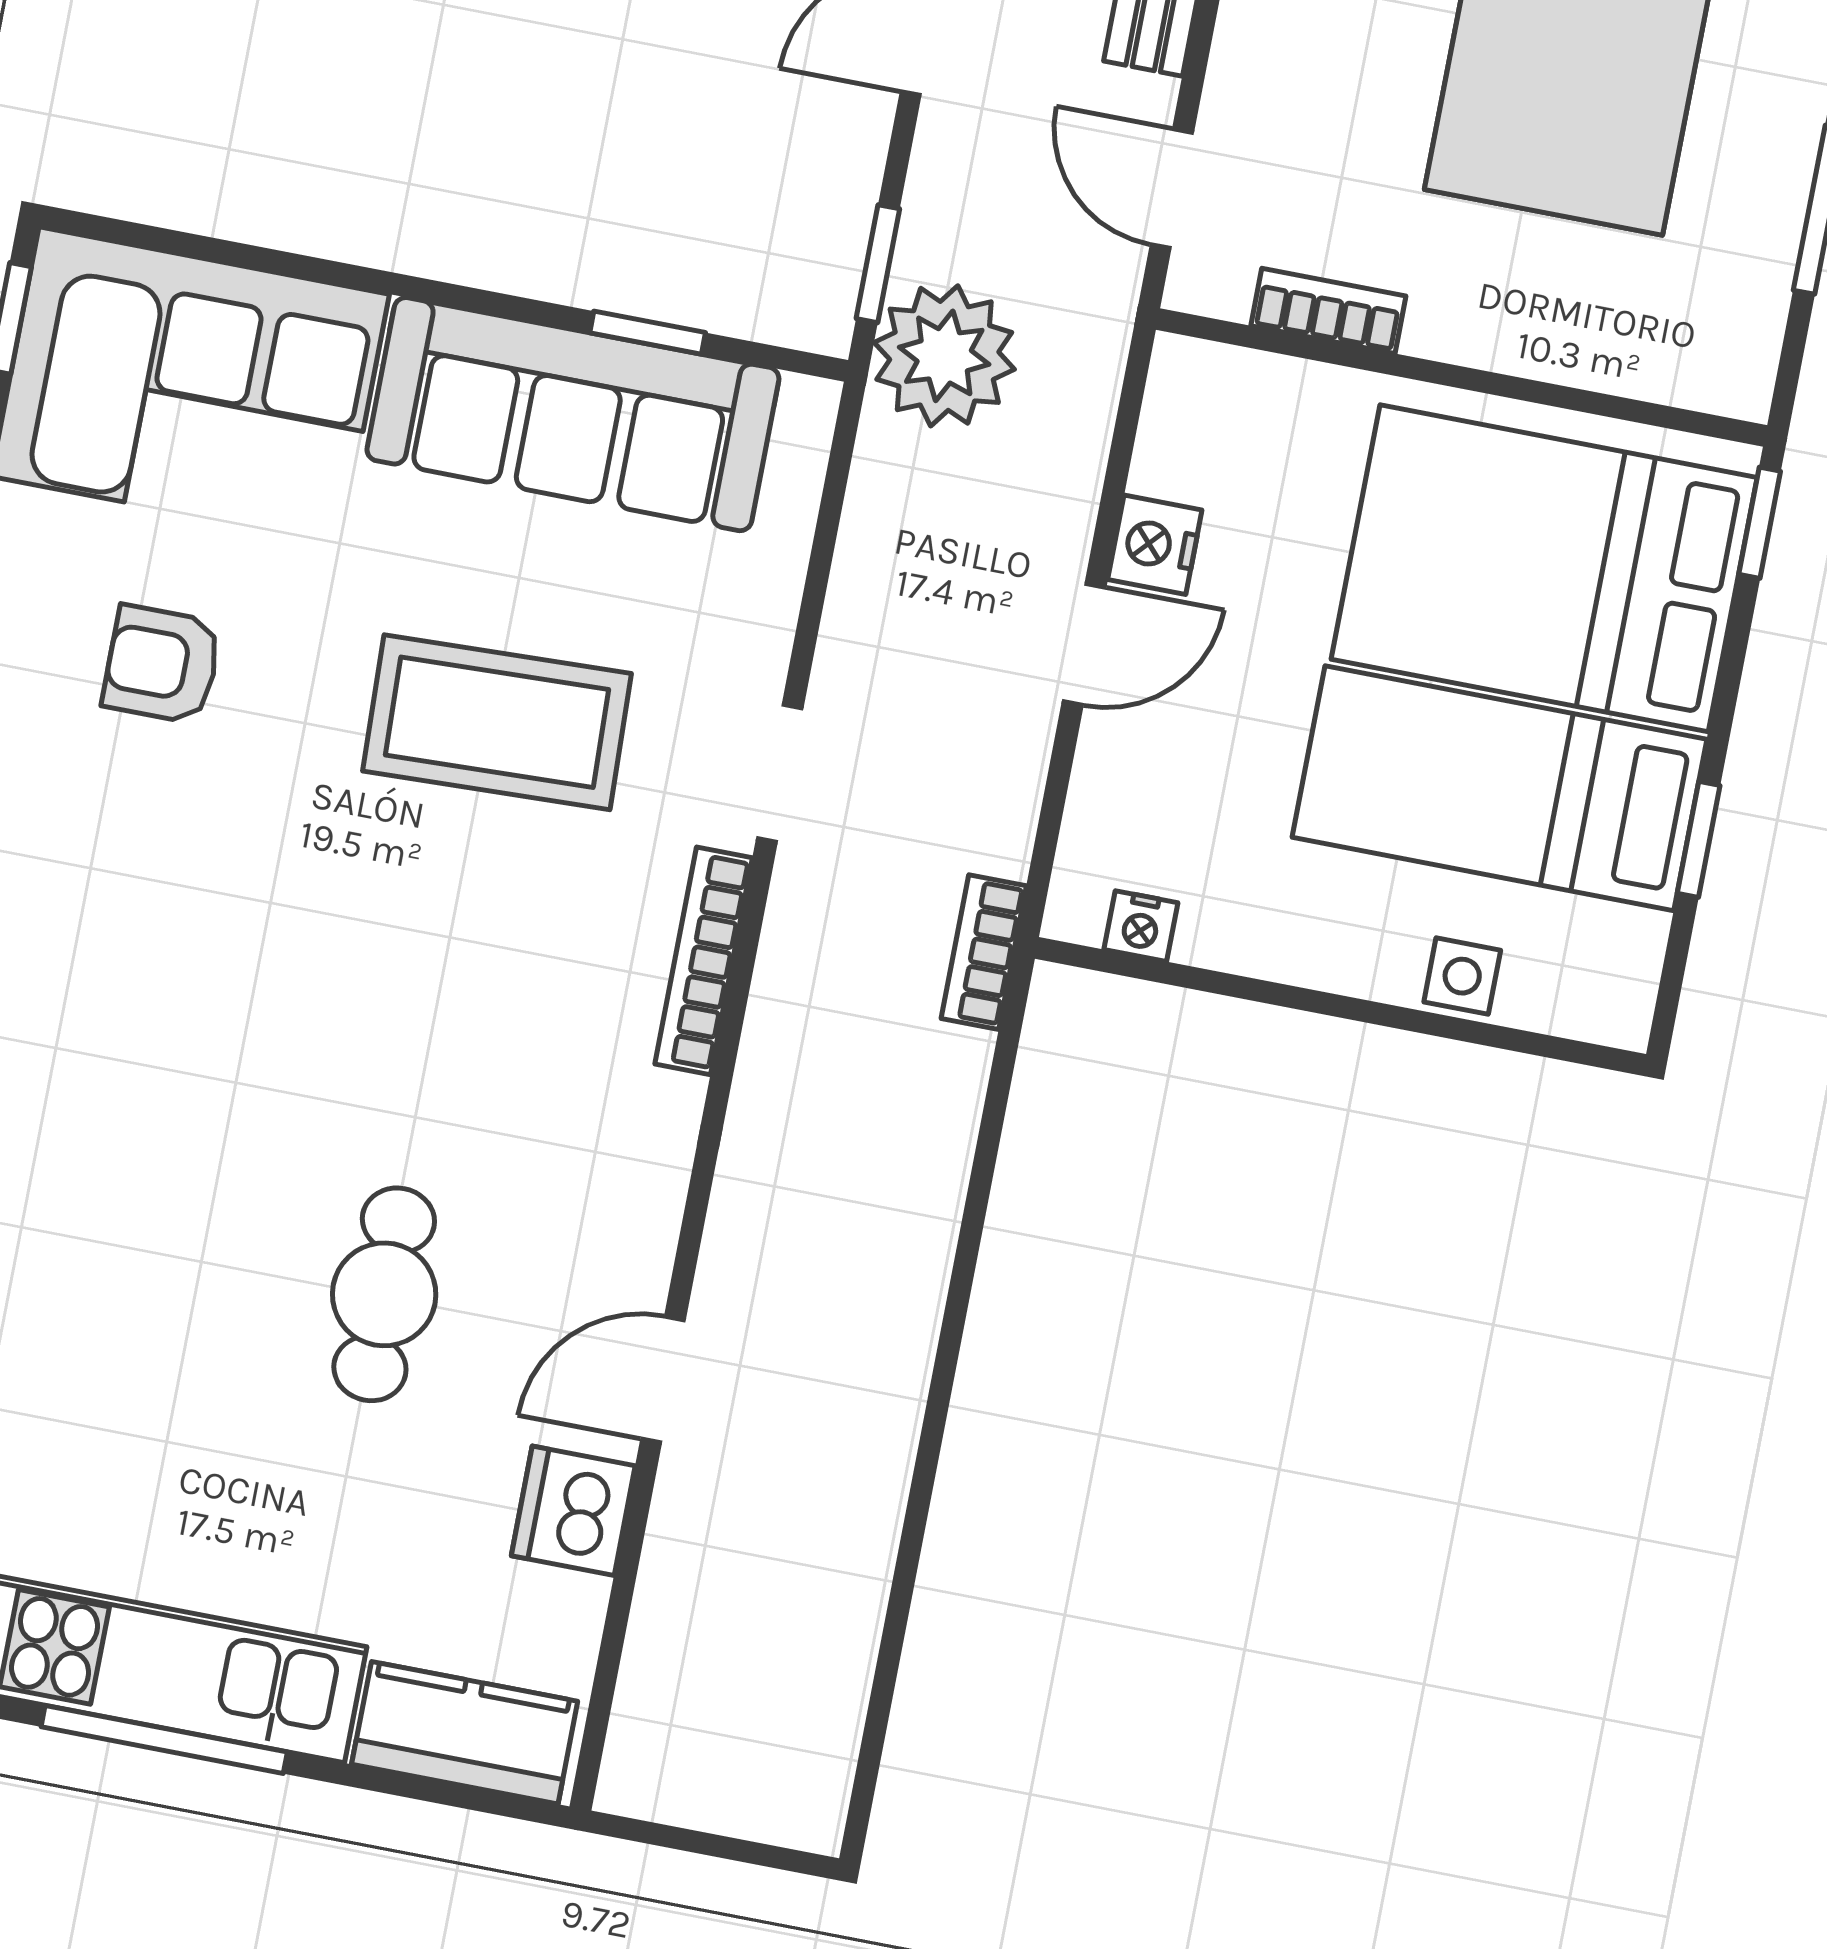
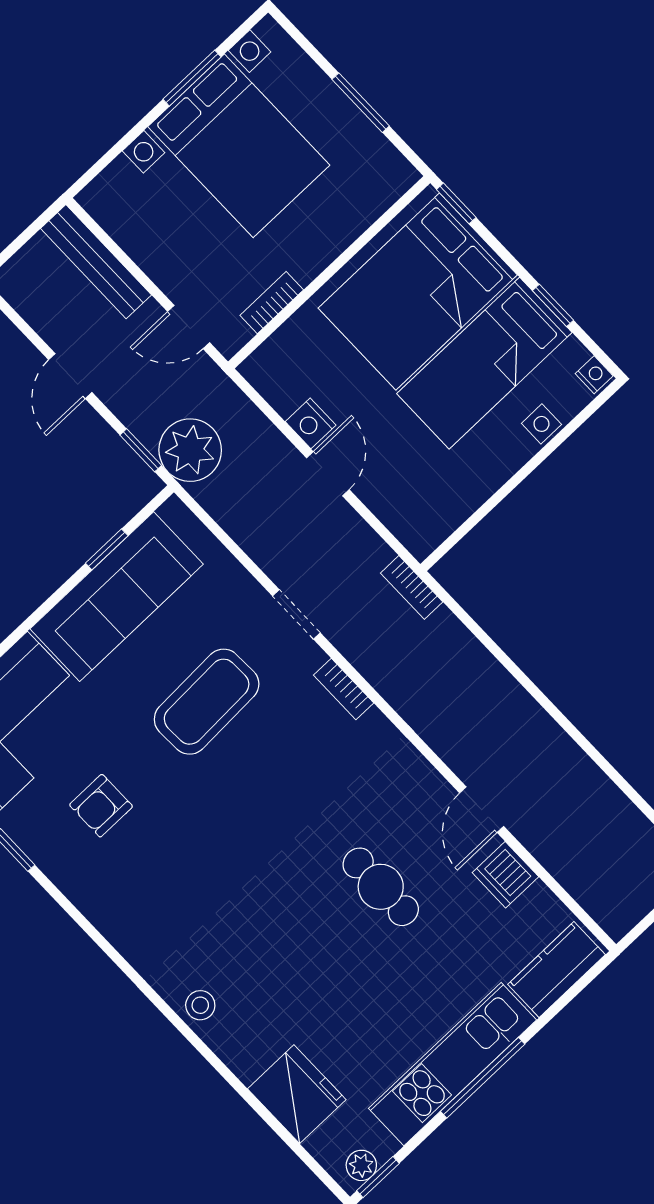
nightstand: (1141, 926) -> (594, 375), moved, turned -90
bookcase: (704, 961) -> (344, 689), width x0.64

